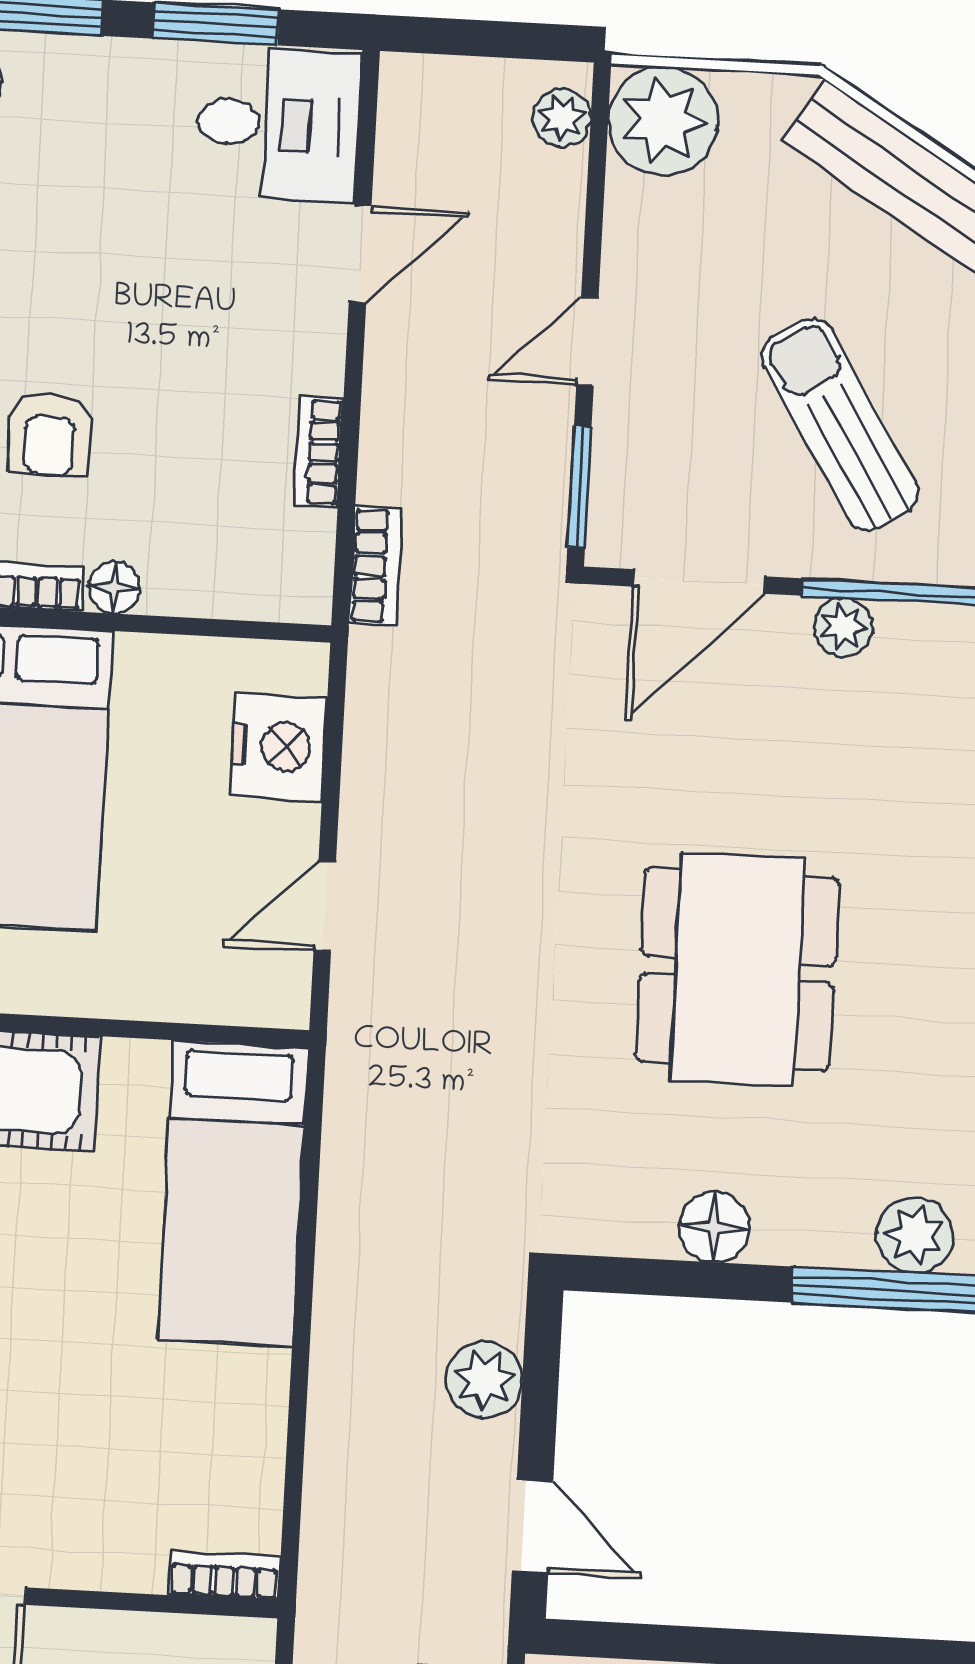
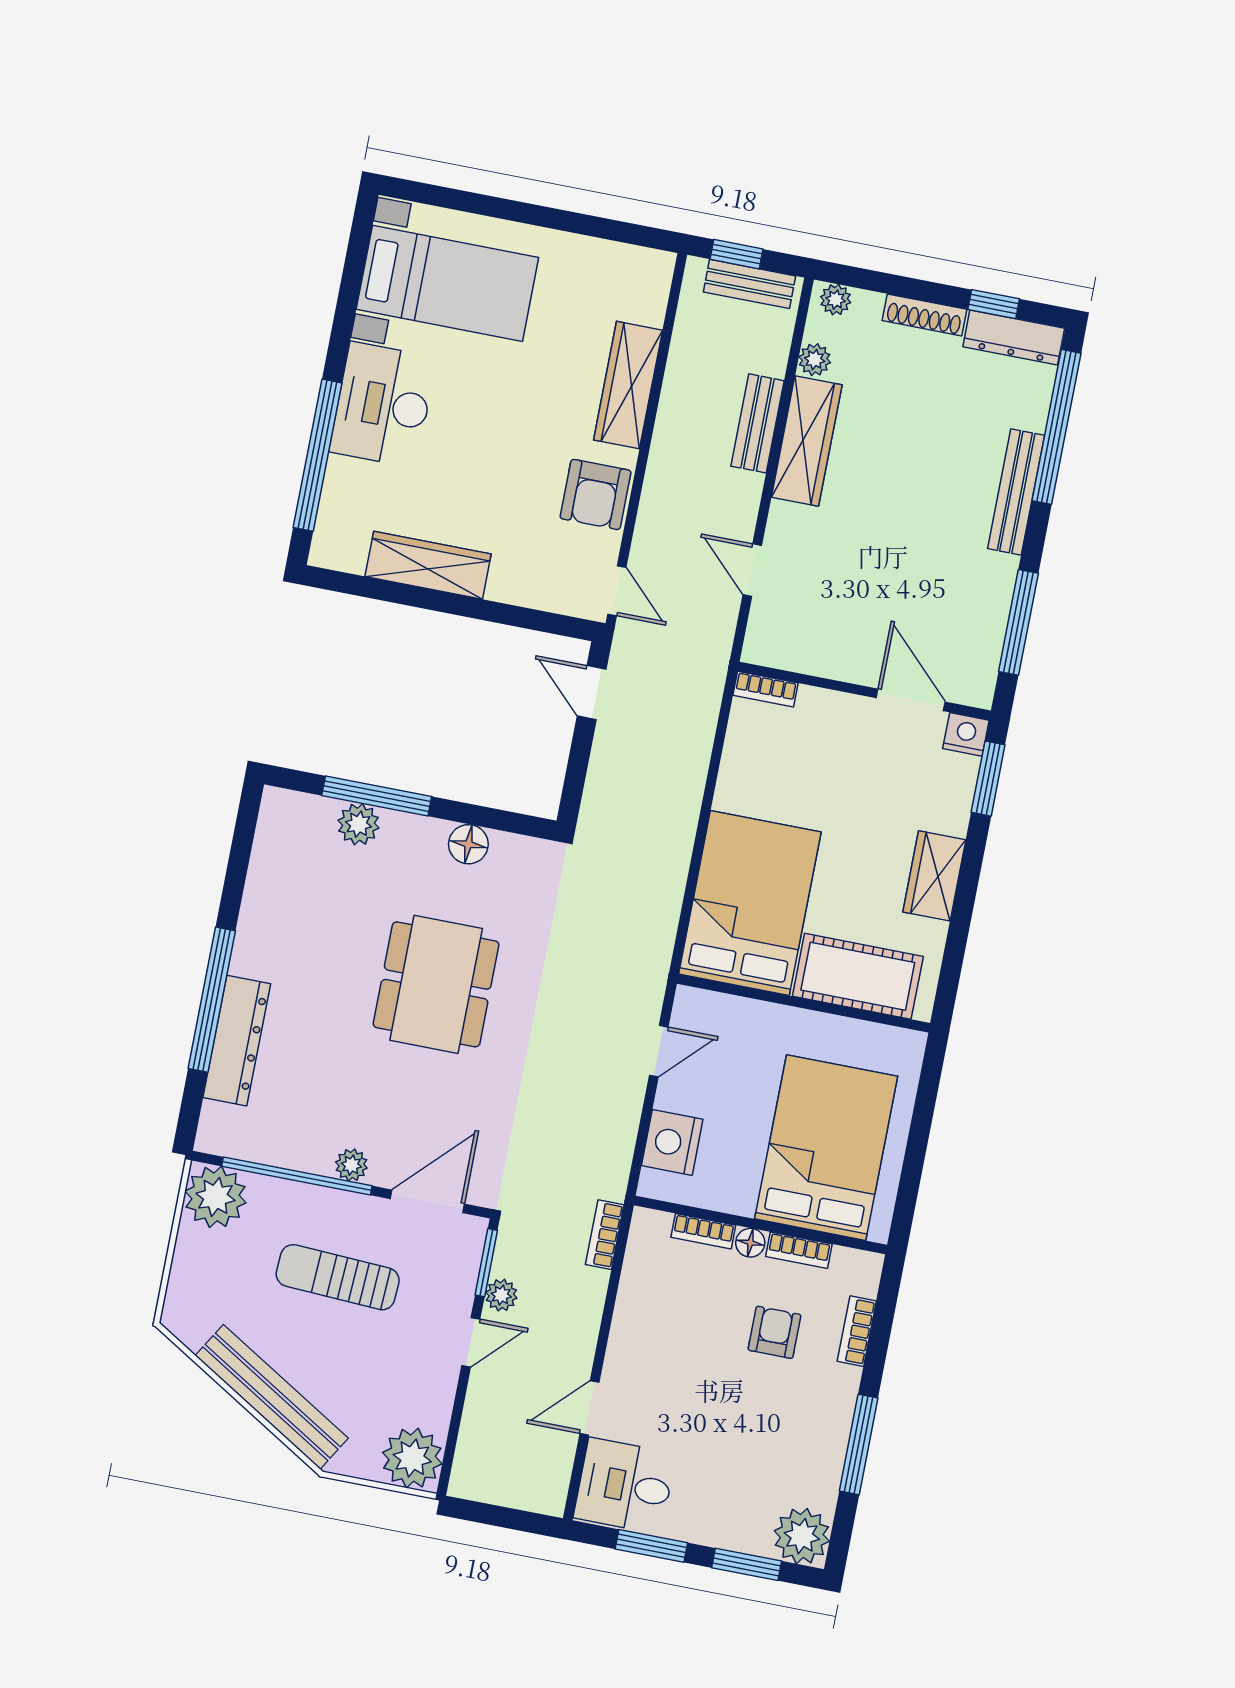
plant: (562, 118) -> (501, 1295), moved
sun lounger: (840, 424) -> (338, 1277), turned 125
bookcase: (319, 452) -> (703, 1231), moved, turned 90
bed: (233, 1193) -> (750, 903), width x1.50
plant: (484, 1380) -> (607, 778), removed

